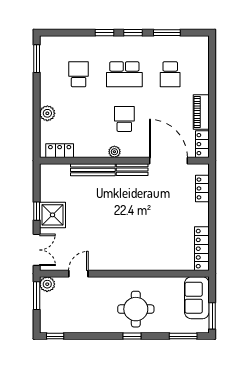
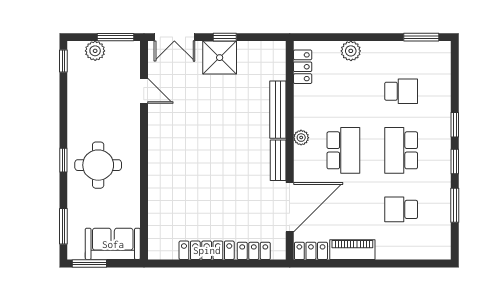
school desk: (124, 119) -> (343, 150), width x1.85
locker: (202, 249) -> (207, 250), moved
plant: (47, 284) -> (95, 51), moved

